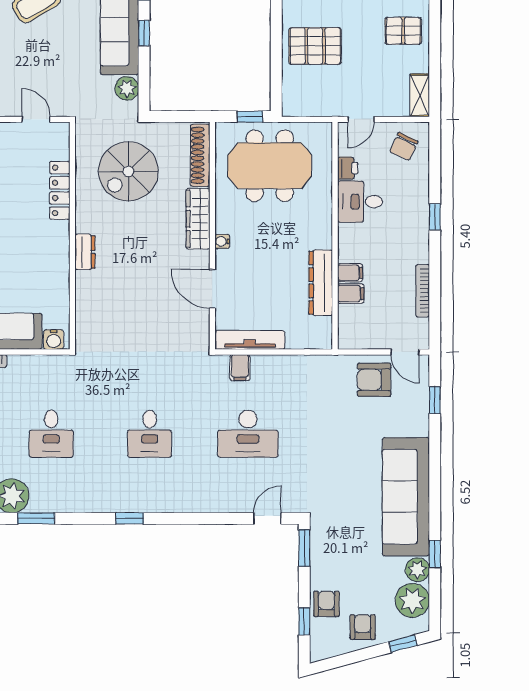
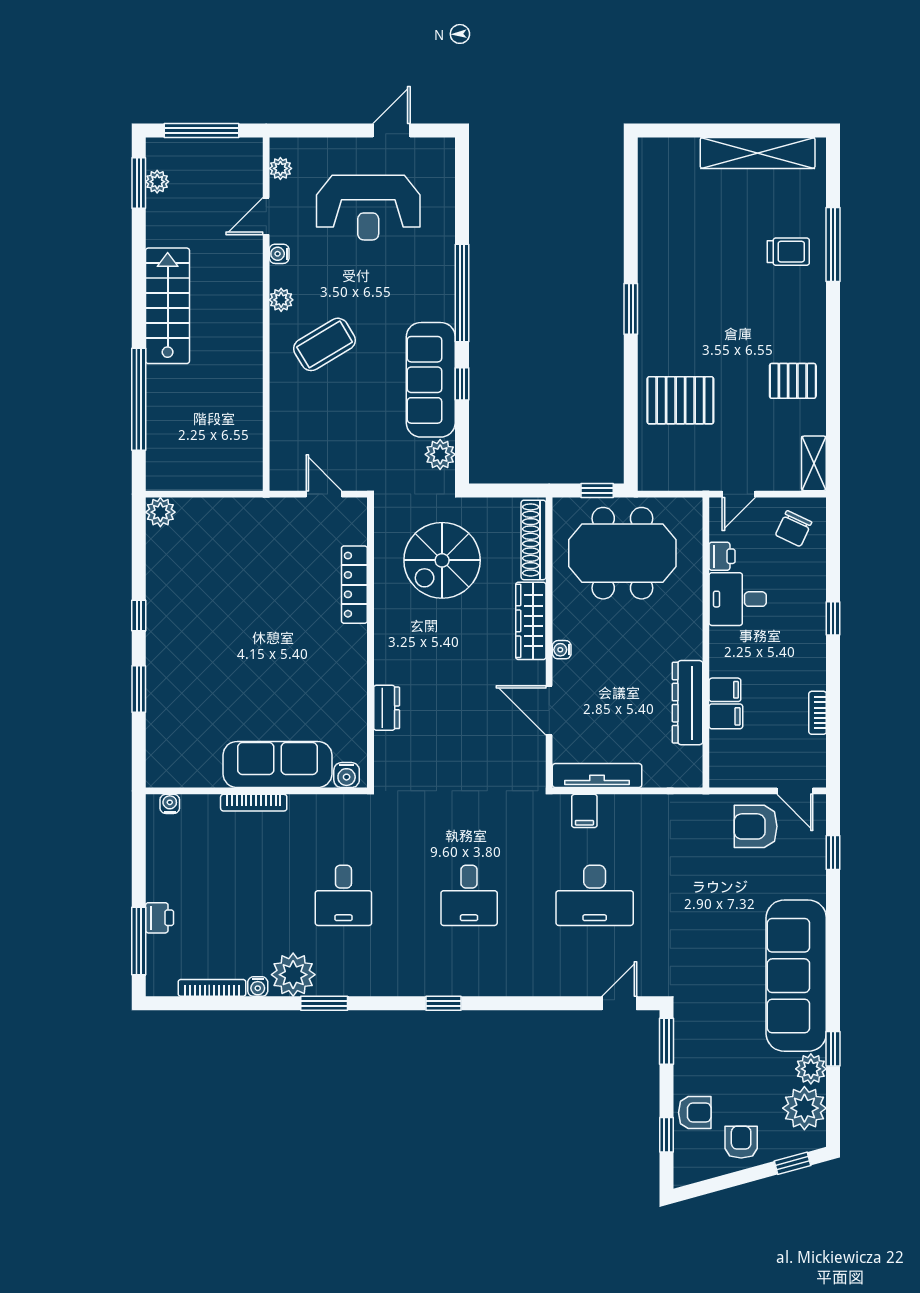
dresser: (85, 252) -> (387, 708), moved
bookcase: (423, 291) -> (818, 713), width x0.64
armchair: (326, 604) -> (695, 1113), turned 90

